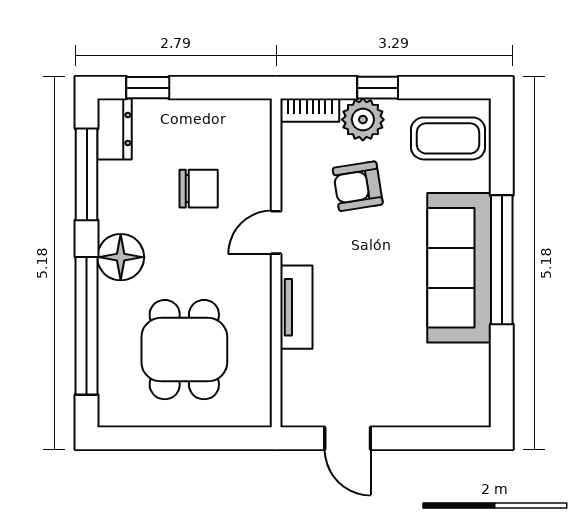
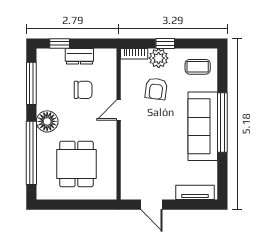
dresser: (114, 129) -> (79, 56), moved, turned 90
coffee table: (448, 138) -> (198, 67), width x0.73, depth x0.77
armchair: (358, 186) -> (156, 89), turned -74
tv unit: (296, 307) -> (195, 192), moved, turned -90

